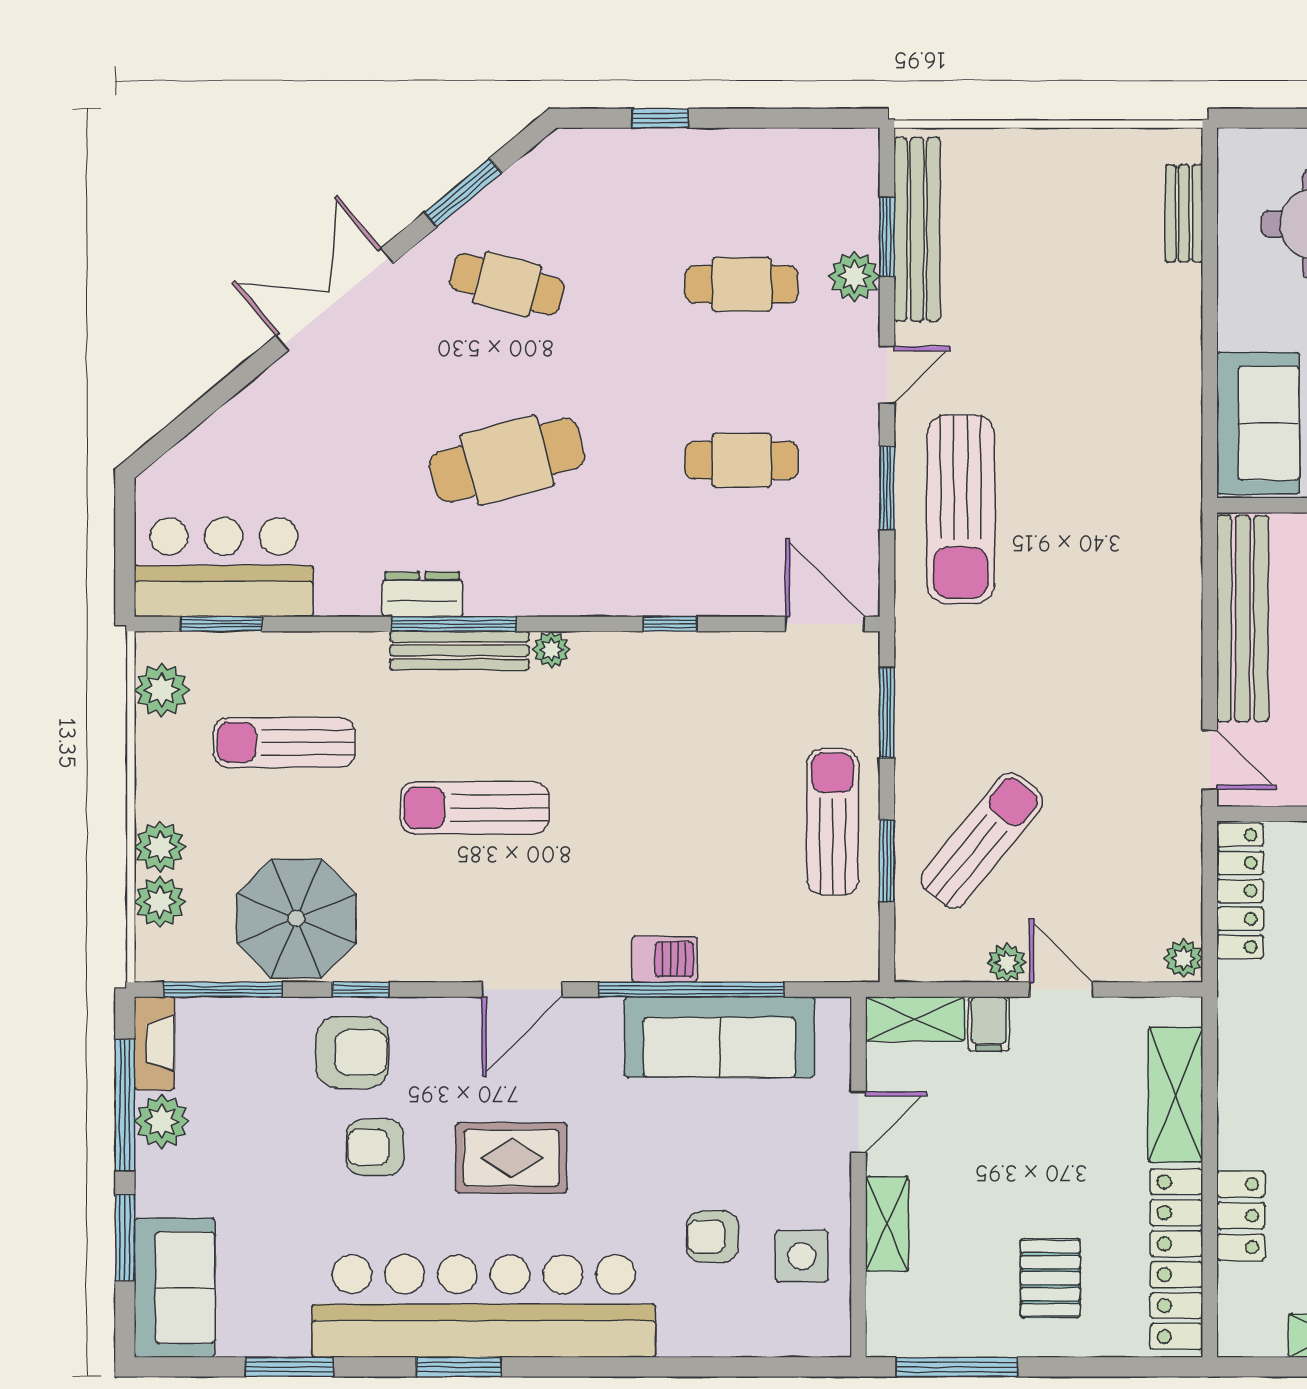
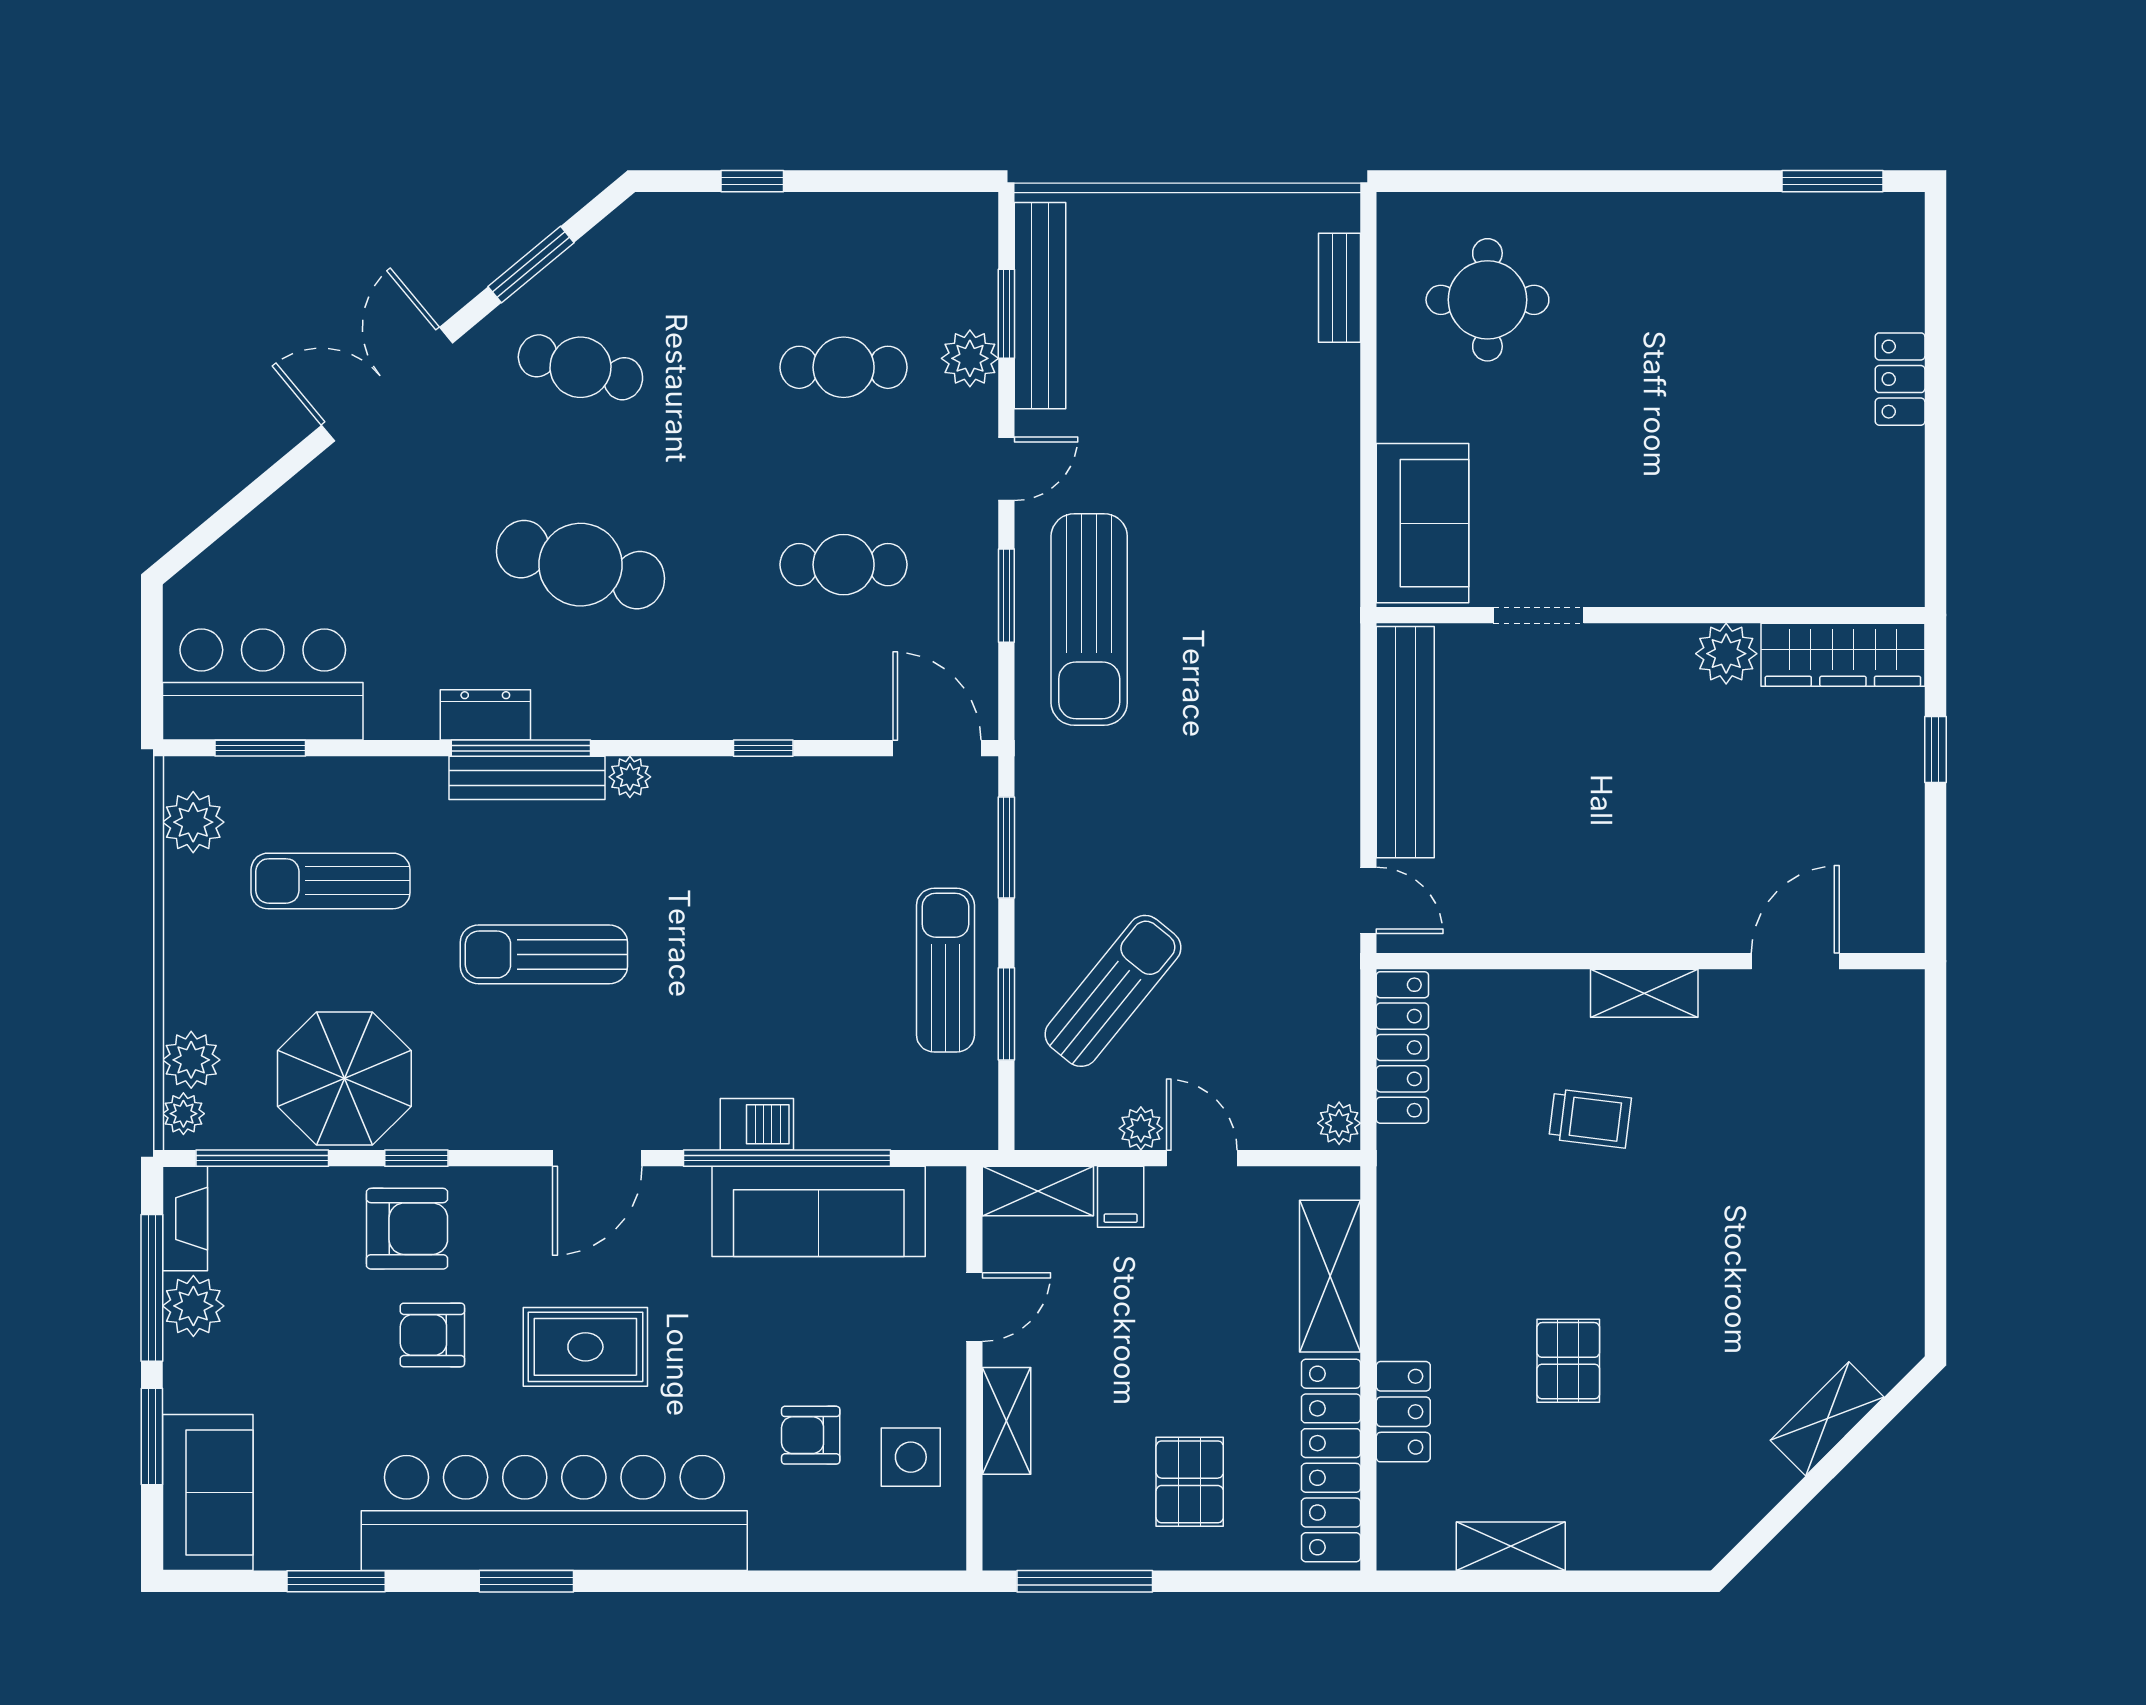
cafe table: (507, 460) -> (580, 565), turned 30
plant: (160, 847) -> (183, 1114), moved, width x0.73, depth x0.73

